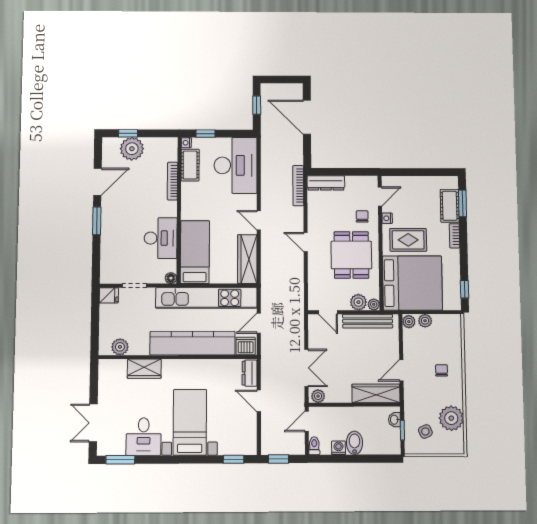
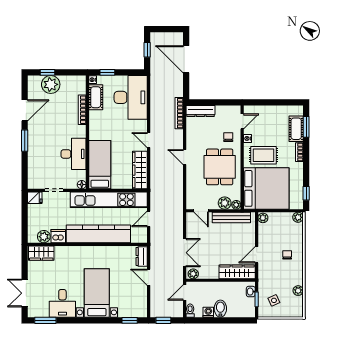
plant: (425, 321) -> (298, 217), moved
dishwasher: (246, 346) -> (58, 236), moved
wardrobe: (144, 369) -> (41, 253), moved
plant: (451, 418) -> (298, 291), width x0.53, depth x0.53

